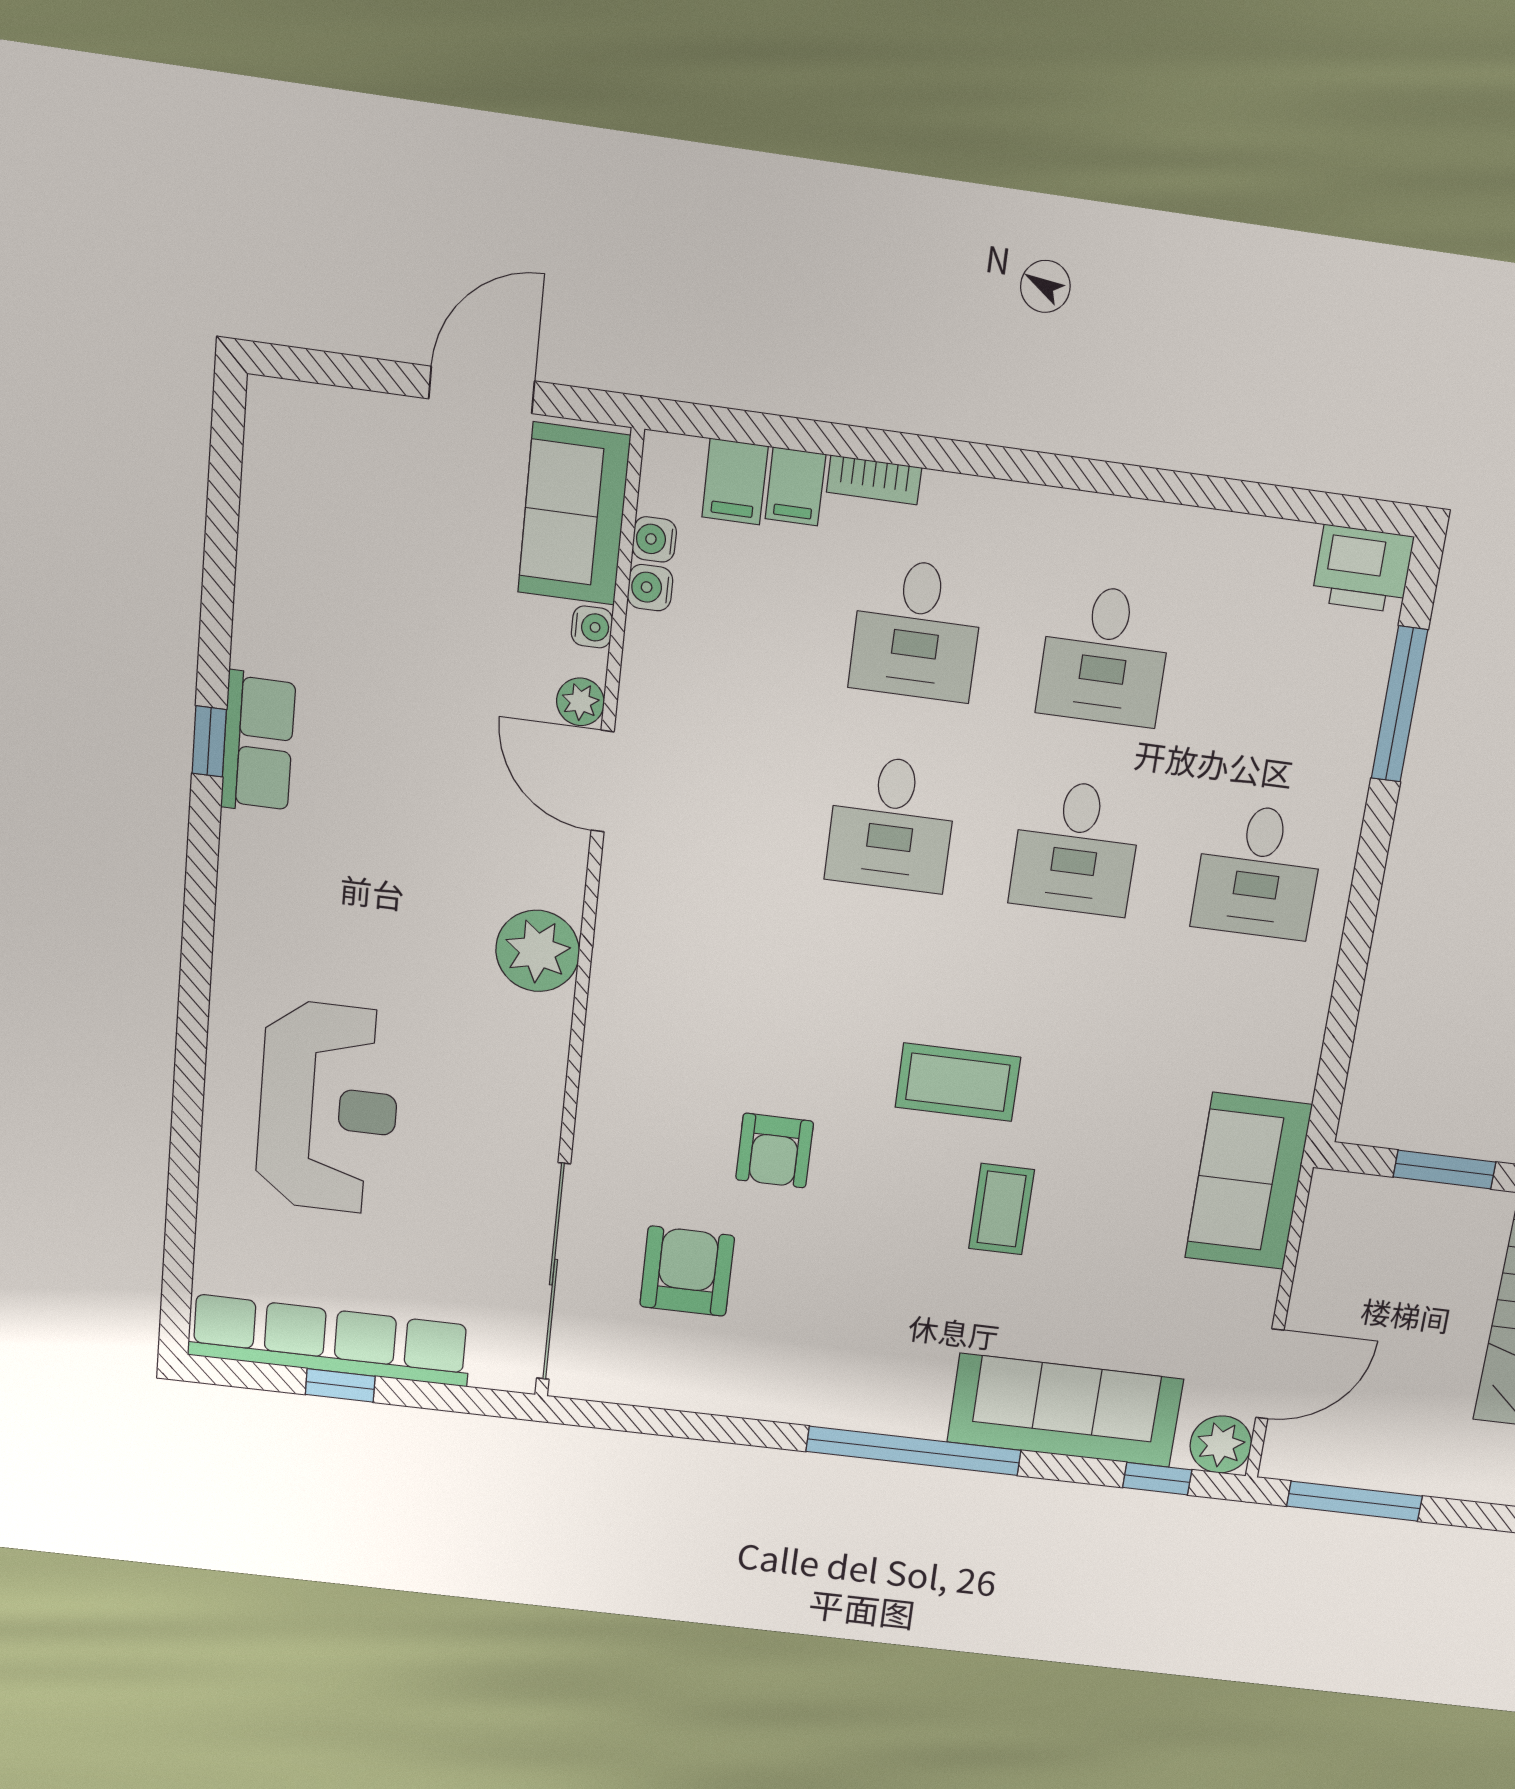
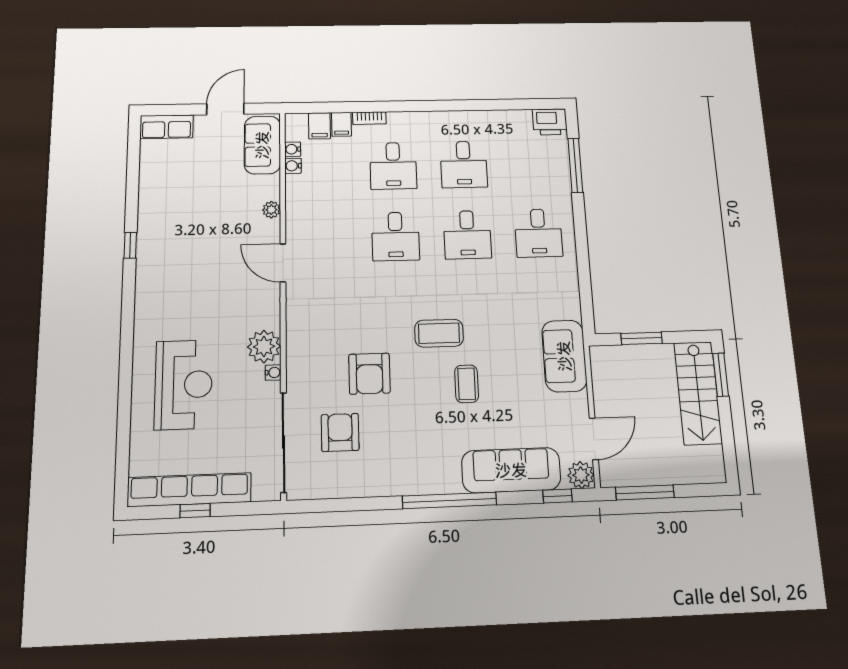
water cooler: (592, 627) -> (273, 373), moved
row of seats: (258, 743) -> (167, 127), moved, turned 90
door: (603, 781) -> (283, 263), moved
plant: (538, 951) -> (264, 347), moved
armchair: (775, 1151) -> (369, 374), width x1.38, depth x1.38

